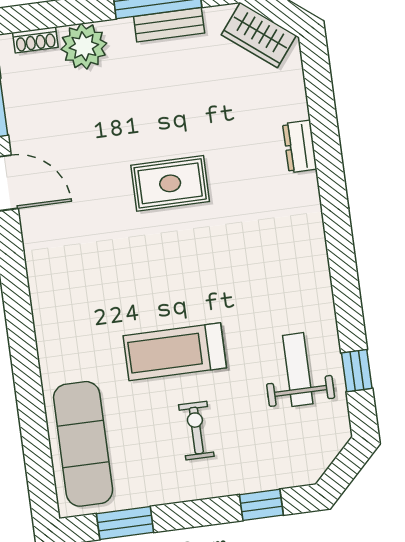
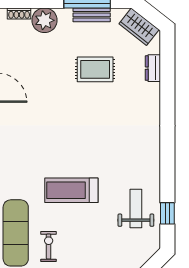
dresser: (300, 146) -> (153, 68), moved
rug: (170, 183) -> (95, 69), moved
exercise bike: (196, 431) -> (49, 246), moved

